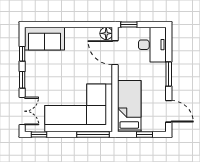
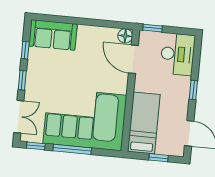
window: (169, 74) -> (193, 90), width x0.67
window: (93, 135) -> (72, 149), moved

